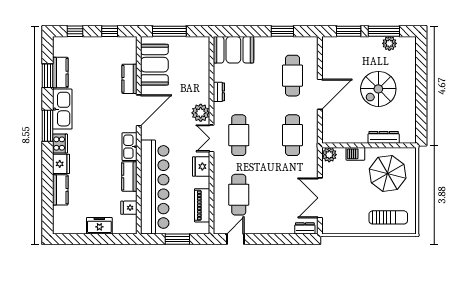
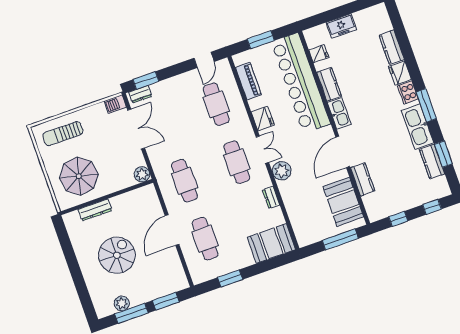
barbecue: (355, 154) -> (115, 104), moved, turned 180
window: (295, 239) -> (146, 80), added

